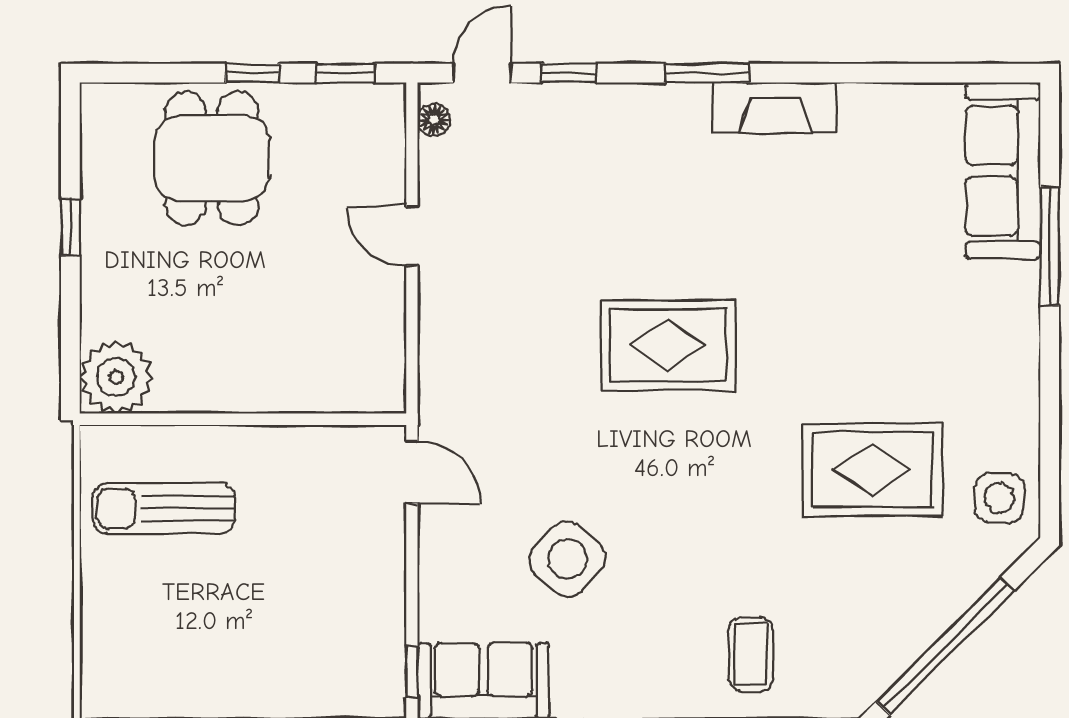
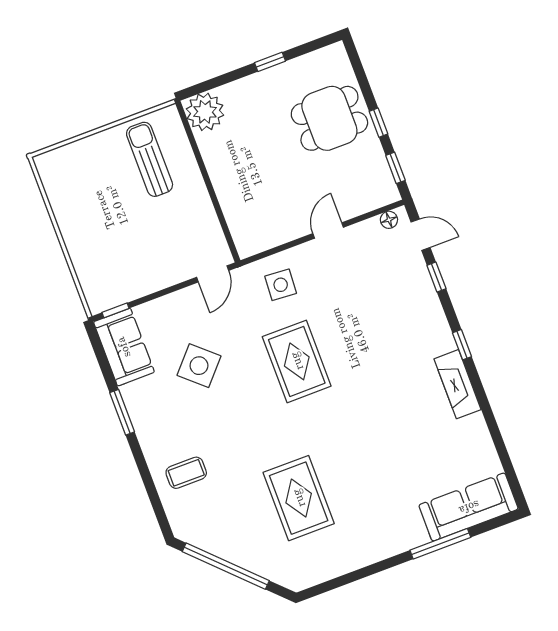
window: (707, 73) -> (462, 345), width x0.67
rug: (668, 345) -> (297, 361), moved
side table: (999, 498) -> (281, 285), moved

